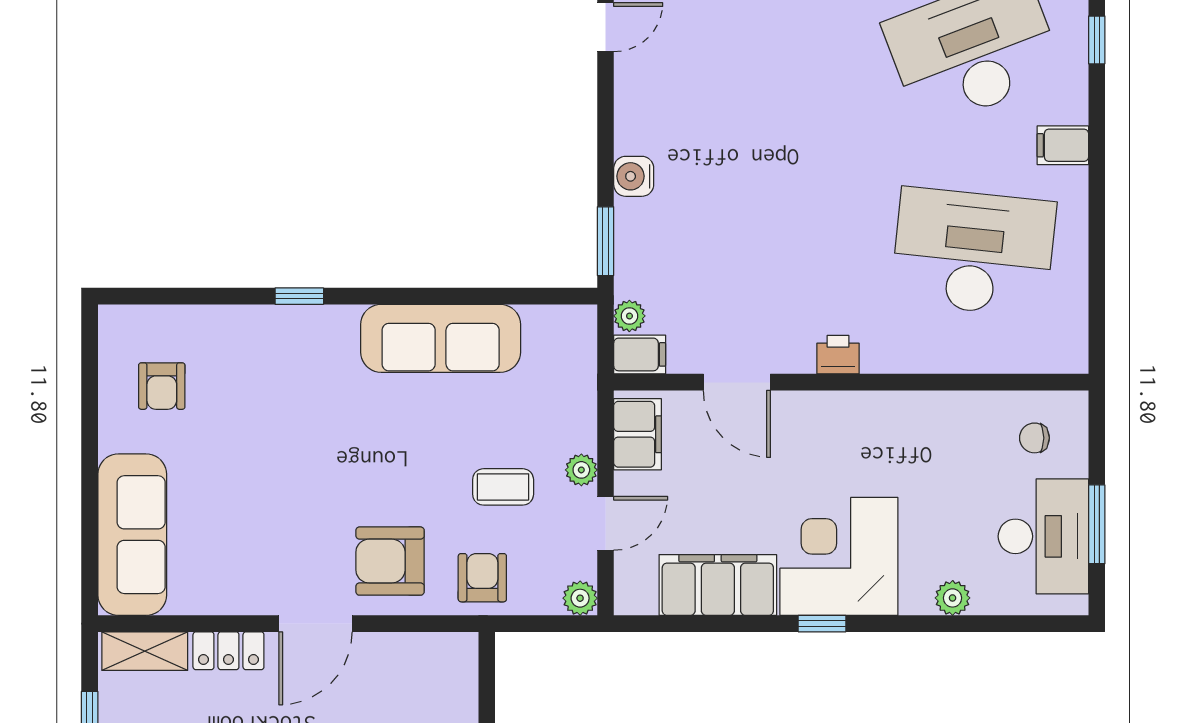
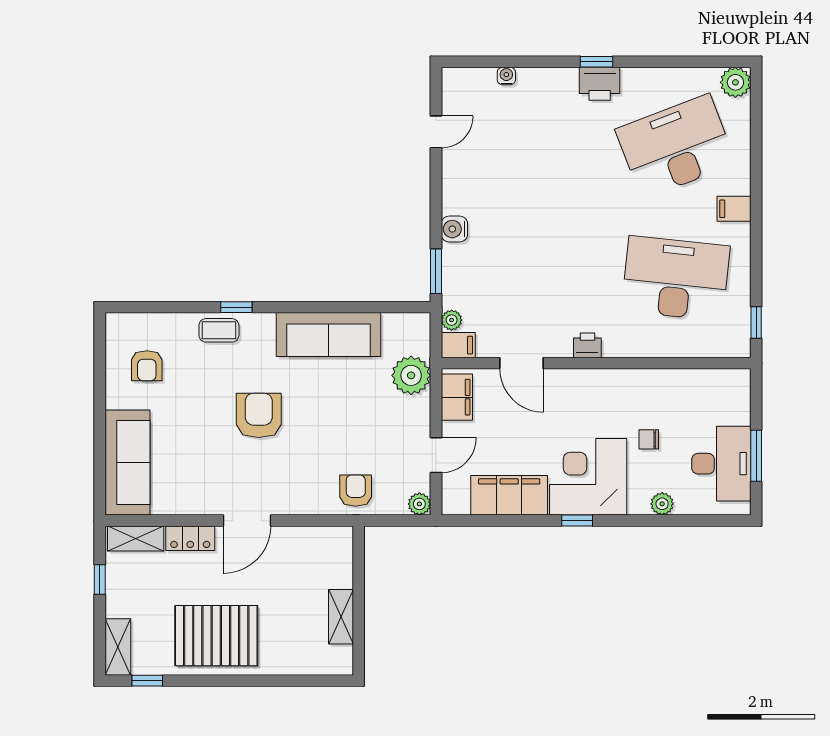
window: (1097, 40) -> (756, 322), moved
chair: (1034, 438) -> (649, 439), moved
plant: (581, 470) -> (411, 375), moved, width x1.87, depth x1.87
coffee table: (503, 487) -> (219, 330), moved
armchair: (390, 561) -> (259, 415), moved, turned 90

